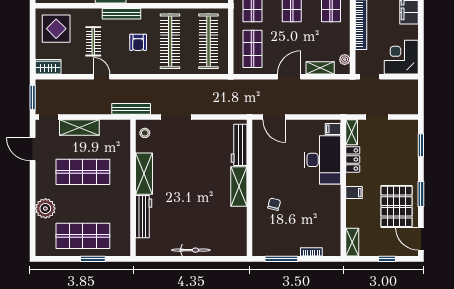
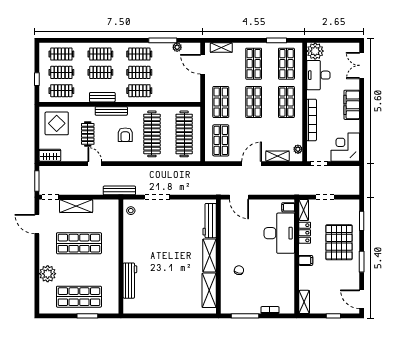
shelving: (144, 174) -> (209, 290), moved
pallet: (396, 206) -> (339, 242), moved
bicycle: (191, 250) -> (169, 309), removed

